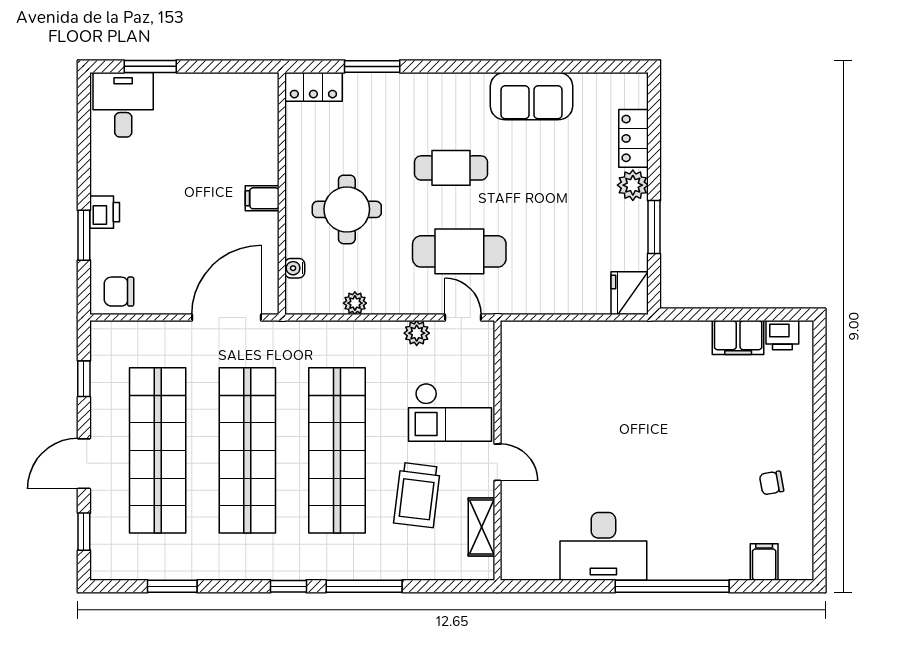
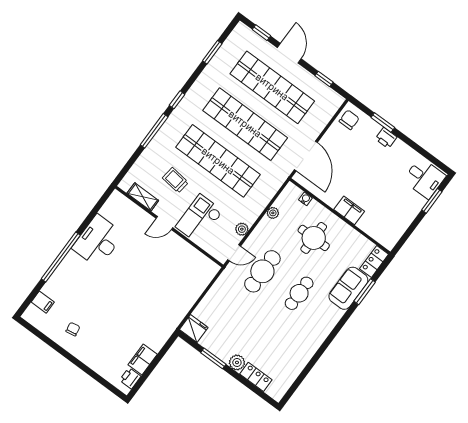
sofa: (532, 96) -> (348, 288), moved
filing cabinet: (262, 198) -> (349, 210), width x2.00
trolley: (417, 495) -> (175, 180), width x0.73, depth x0.72

